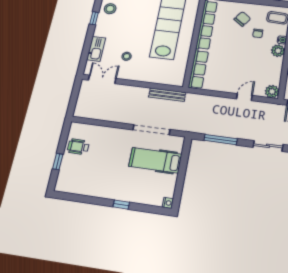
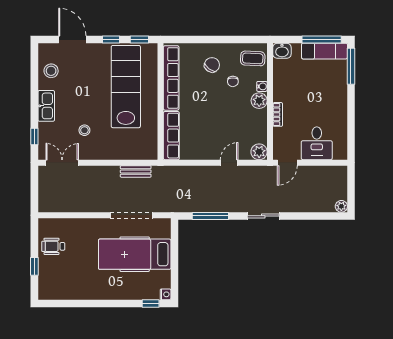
window: (94, 18) -> (34, 137), moved
kitchen sink: (96, 49) -> (46, 106), moved
bench: (167, 95) -> (136, 171), width x0.73
hospital bed: (155, 160) -> (135, 254), width x1.37, depth x1.29
window: (121, 205) -> (151, 303), moved

